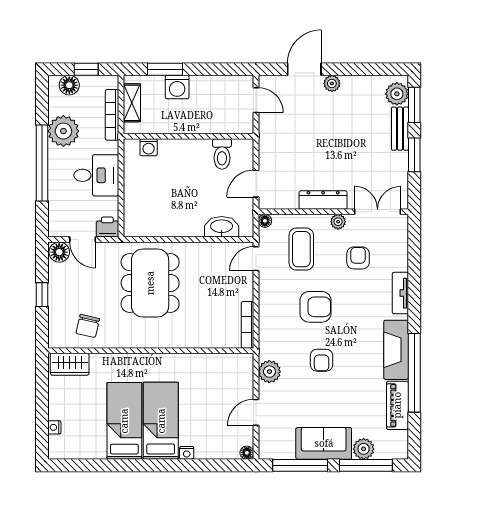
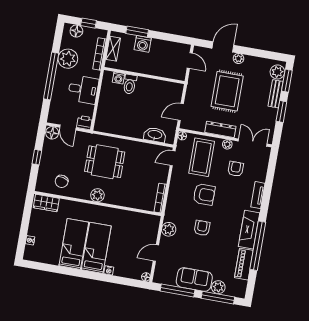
rug: (323, 138) -> (227, 91), added
toilet: (222, 154) -> (130, 84), moved
coffee table: (301, 249) -> (202, 157), width x1.36, depth x1.32
dining table: (150, 283) -> (105, 162), width x0.73
plant: (148, 338) -> (97, 195), added
armchair: (322, 360) -> (202, 228), turned 180

